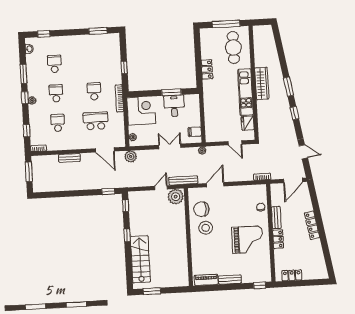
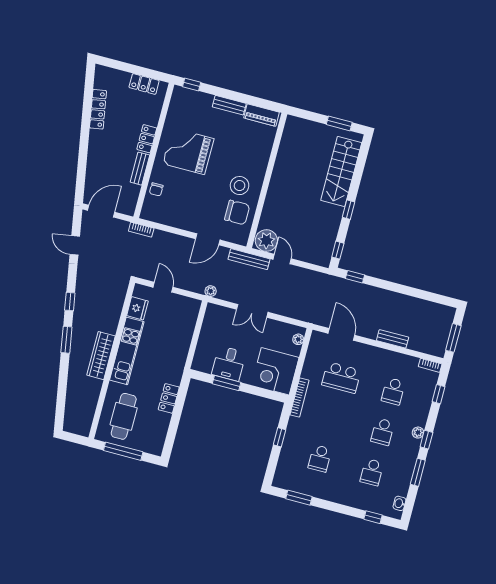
school desk: (94, 91) -> (320, 458), moved
filing cabinet: (195, 132) -> (212, 320), removed
plant: (131, 156) -> (309, 314), removed
door: (161, 188) -> (282, 259), swing flipped
locker: (312, 225) -> (98, 109), moved

